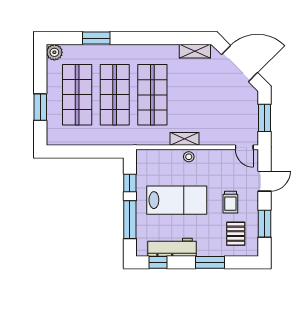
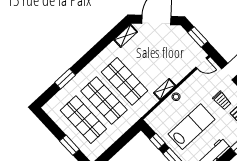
plant: (54, 52) -> (49, 108), removed

